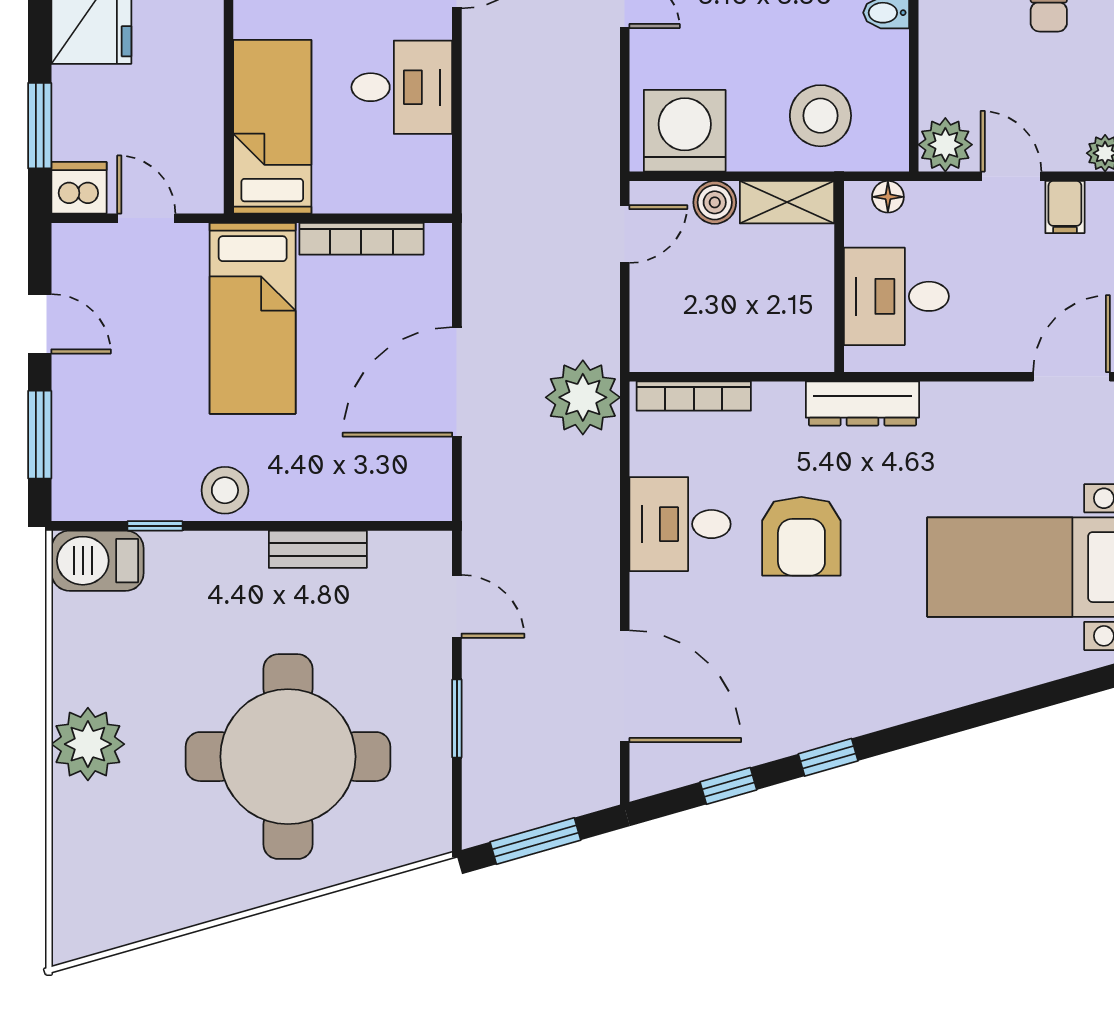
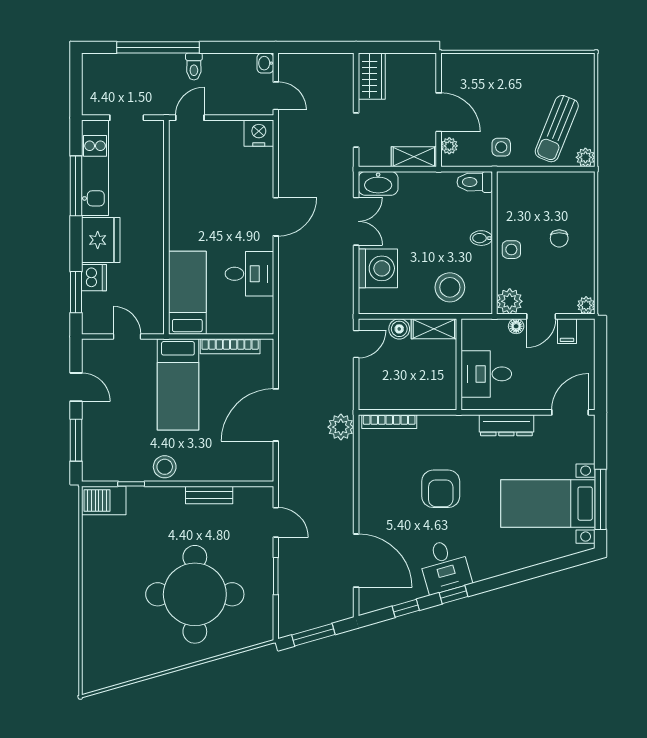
side table: (949, 37) -> (511, 250), added
washing machine: (685, 131) -> (378, 268), moved, turned 90
door: (1011, 176) -> (541, 316), swing flipped
dishwasher: (79, 188) -> (94, 278), moved, turned 90
floor lamp: (888, 197) -> (516, 326), moved
plant: (583, 397) -> (341, 427), width x0.73, depth x0.73
dresser: (862, 404) -> (506, 425), moved
desk: (680, 524) -> (445, 566), moved, turned -106
plant: (88, 744) -> (99, 588), removed

